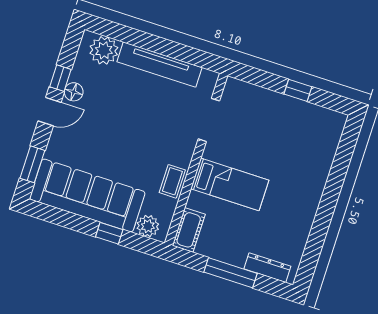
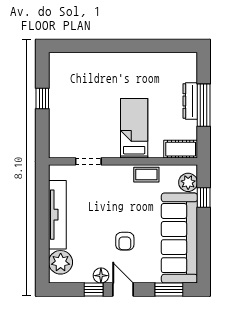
doorway: (209, 120) -> (88, 161), width x0.73
armchair: (104, 132) -> (125, 241), added
window: (109, 233) -> (204, 198), moved
dresser: (267, 268) -> (190, 101), moved

